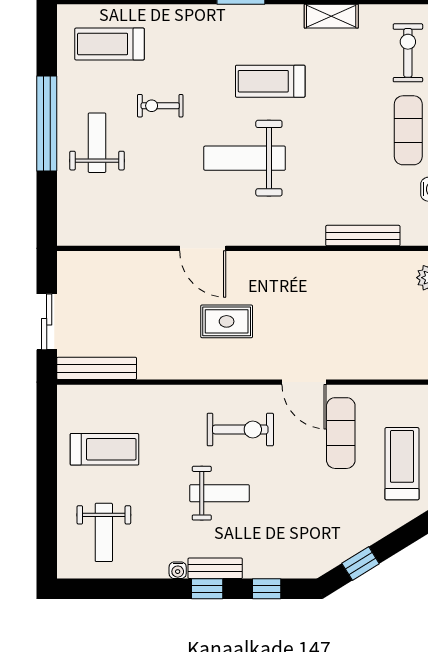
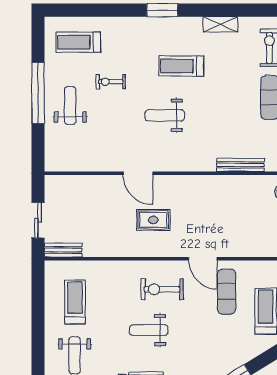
weight bench: (245, 158) -> (165, 115), width x0.73, depth x0.75
bench: (97, 368) -> (63, 250), width x0.73
exercise bike: (240, 430) -> (162, 289), turned 180
treadmill: (104, 449) -> (75, 302), turned -90
weight bench: (220, 493) -> (149, 330), turned 180

